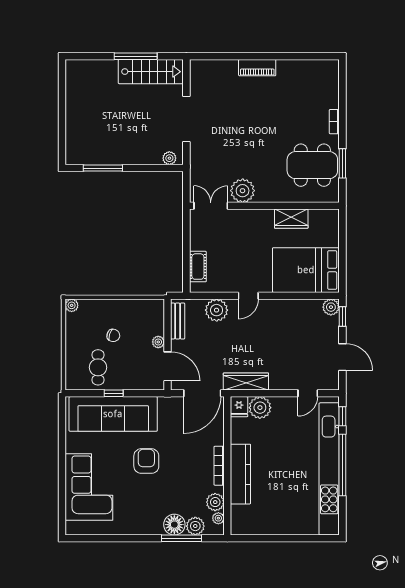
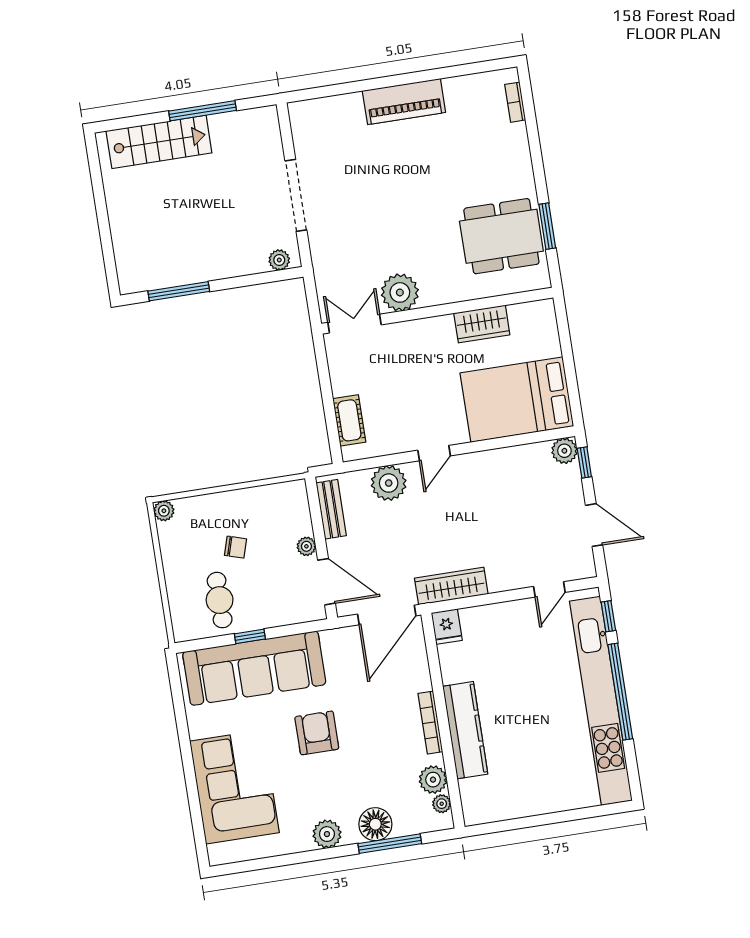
piano: (257, 68) -> (404, 102), width x1.37, depth x1.33
stairs: (151, 72) -> (159, 142), moved
bookcase: (334, 122) -> (515, 102), moved
plant: (260, 408) -> (479, 623), removed
plant: (195, 526) -> (327, 834), moved

